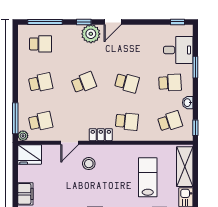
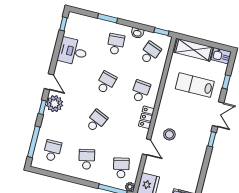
desk: (178, 50) -> (73, 51), moved, turned -90
school desk: (84, 83) -> (96, 121), turned 45
school desk: (170, 121) -> (150, 53), turned 39

